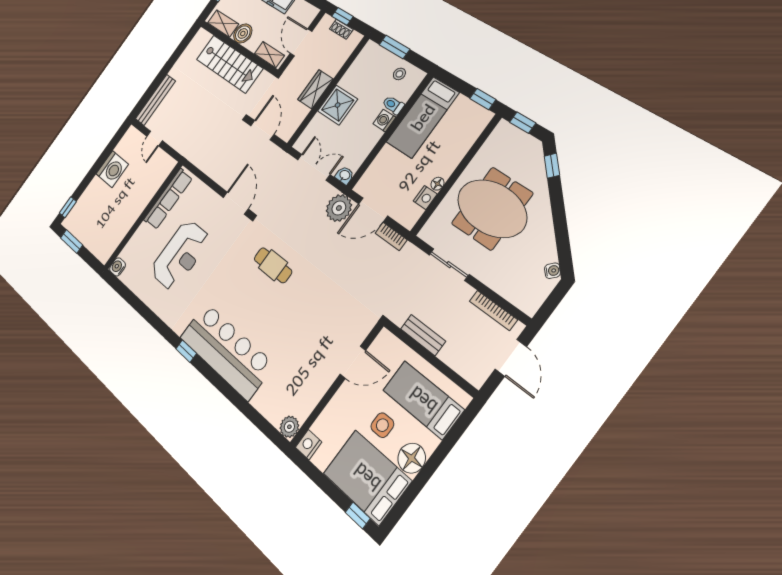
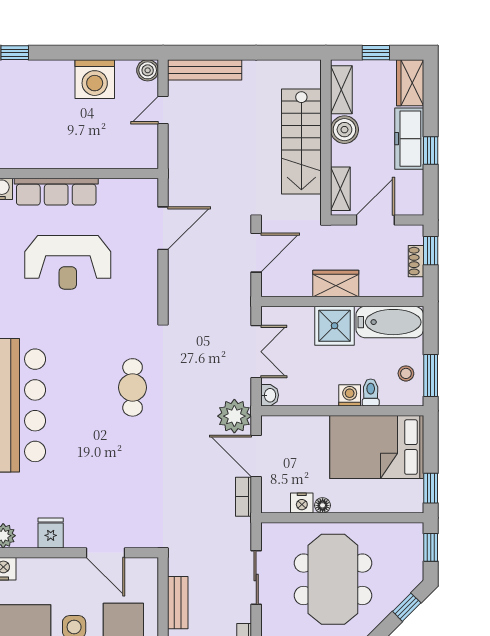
window: (394, 47) -> (431, 376), moved
bathtub: (362, 67) -> (390, 322), added
bed: (423, 117) -> (377, 447), width x1.50
boiler: (131, 134) -> (148, 70), added
row of seats: (168, 199) -> (56, 192), moved
door: (236, 203) -> (163, 228), moved
fridge: (312, 391) -> (51, 533), added

